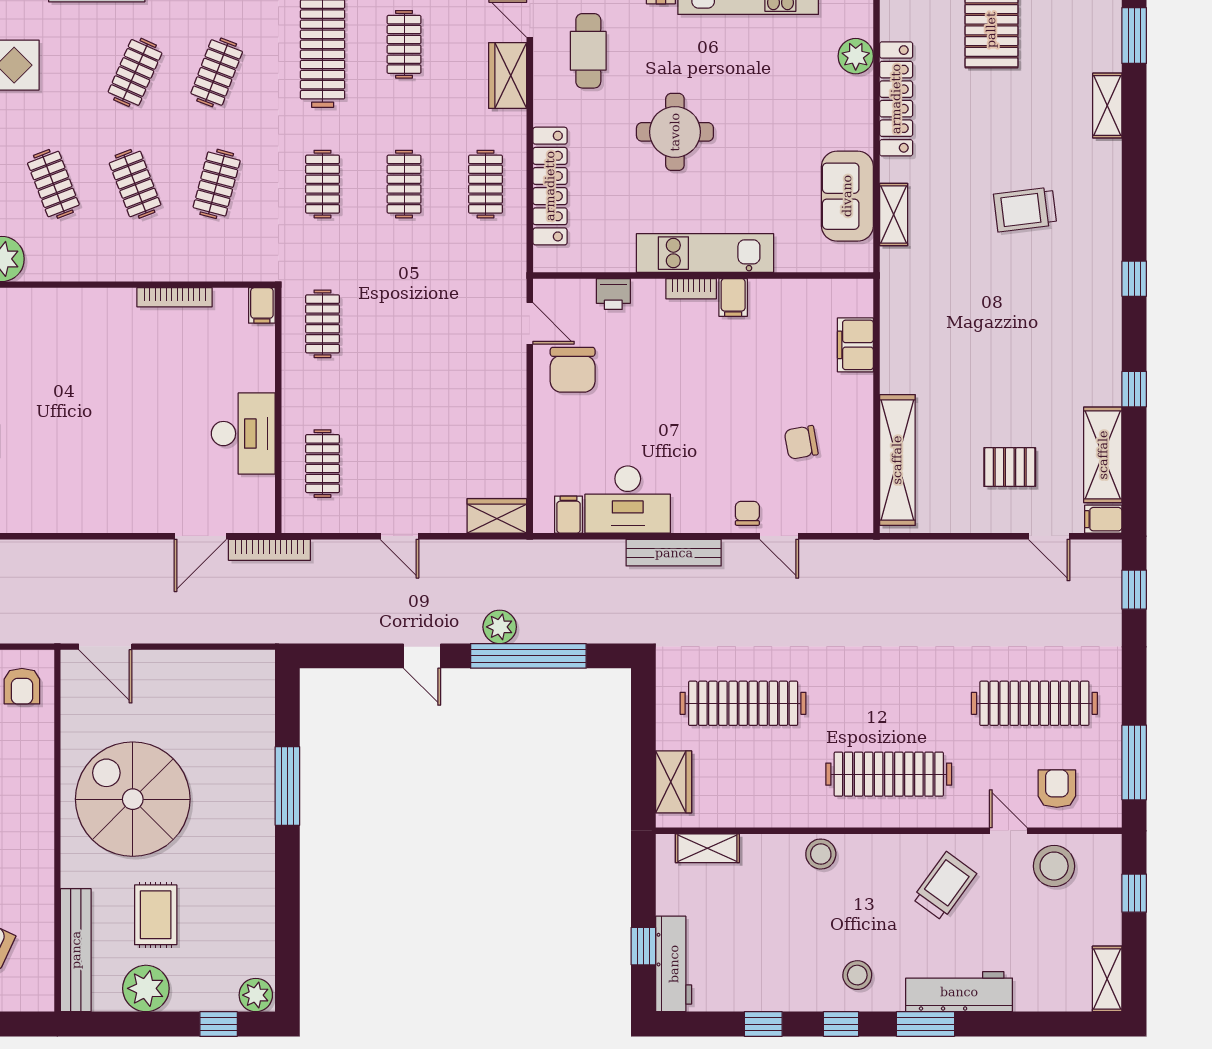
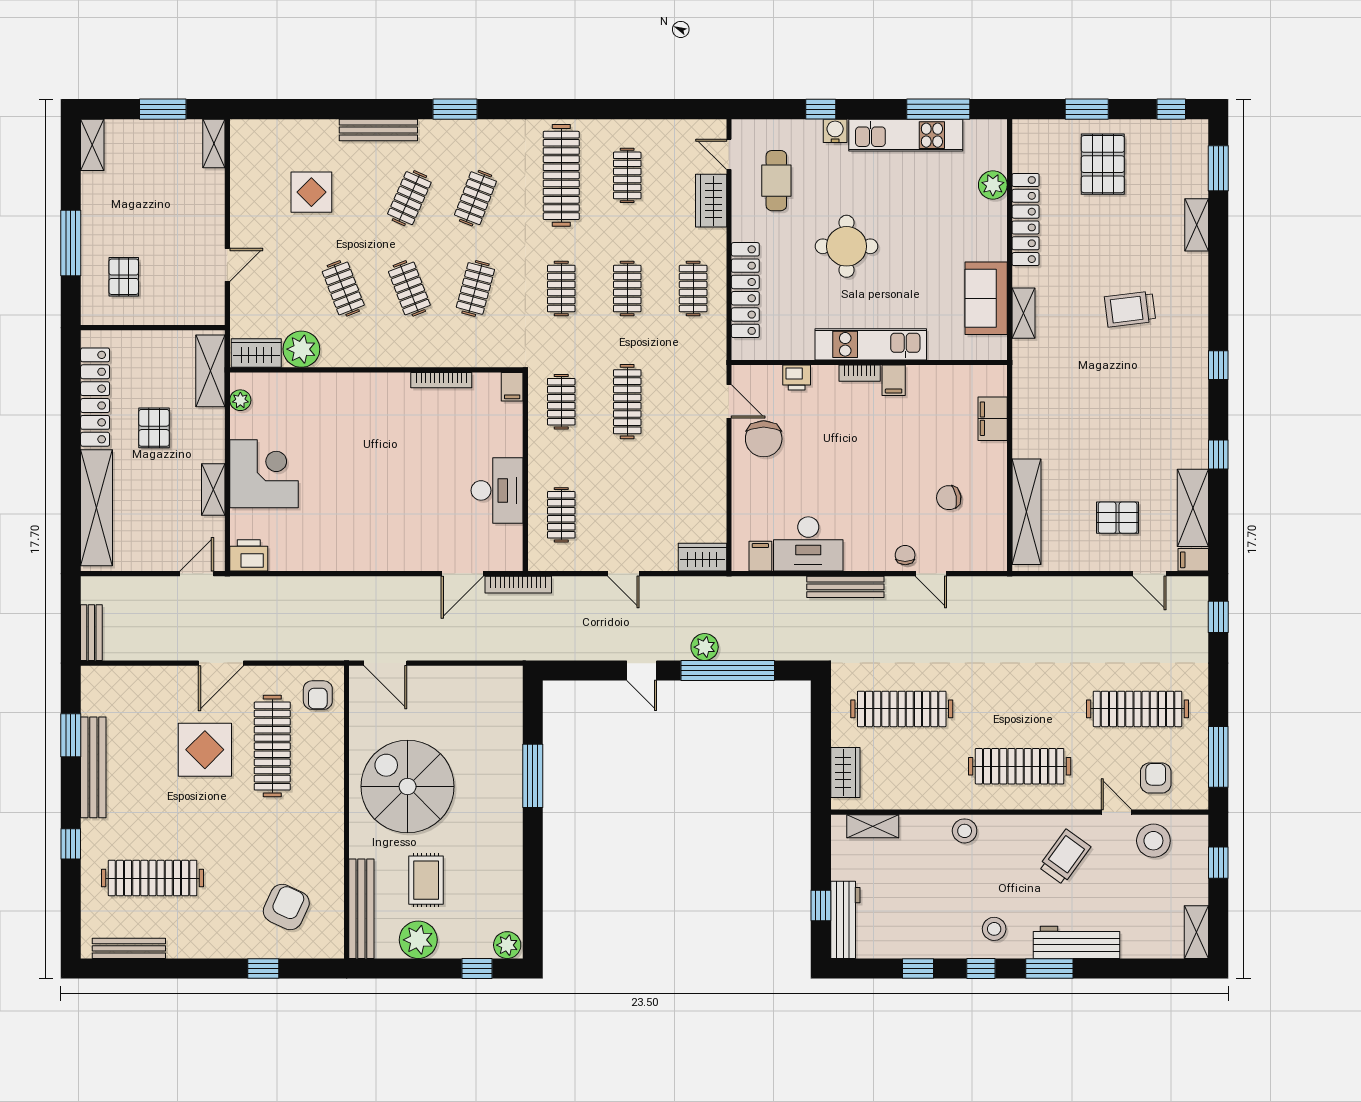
clothes rail: (404, 324) -> (627, 402), added

